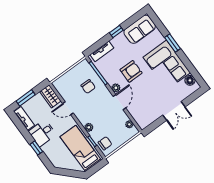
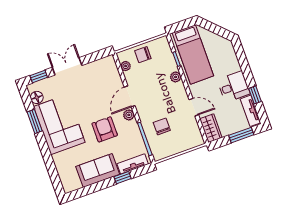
sofa: (140, 29) -> (98, 170), moved
window: (116, 32) -> (123, 178), moved
window: (173, 43) -> (35, 121), moved
armchair: (131, 71) -> (105, 129), turned 90
window: (193, 97) -> (39, 76), added
chair: (105, 143) -> (143, 55), moved
window: (36, 148) -> (255, 95), moved

